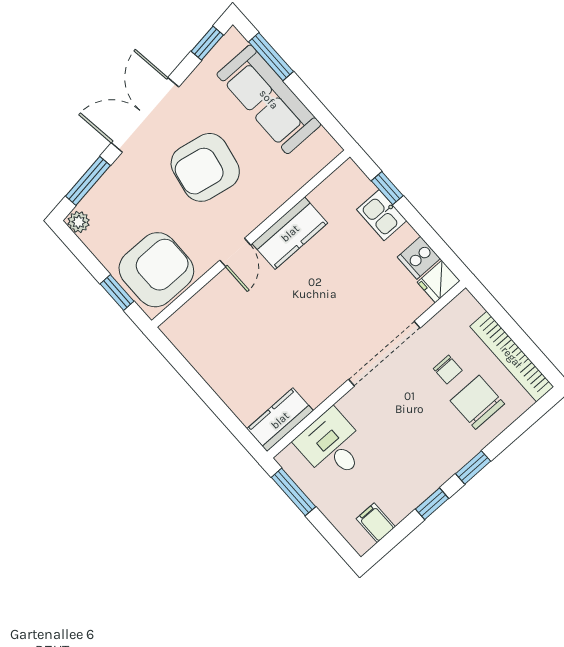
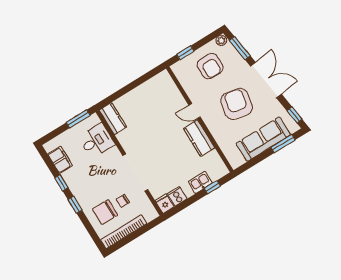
armchair: (156, 270) -> (210, 66), moved, width x0.73, depth x0.73
chair: (477, 402) -> (105, 212), turned 180
filing cabinet: (376, 523) -> (60, 160), width x2.00

